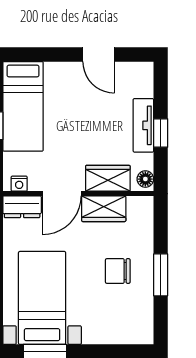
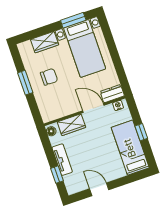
window: (161, 133) -> (57, 175), moved
door: (62, 194) -> (93, 108), hinge flipped
wardrobe: (104, 209) -> (45, 42), moved, turned 180

